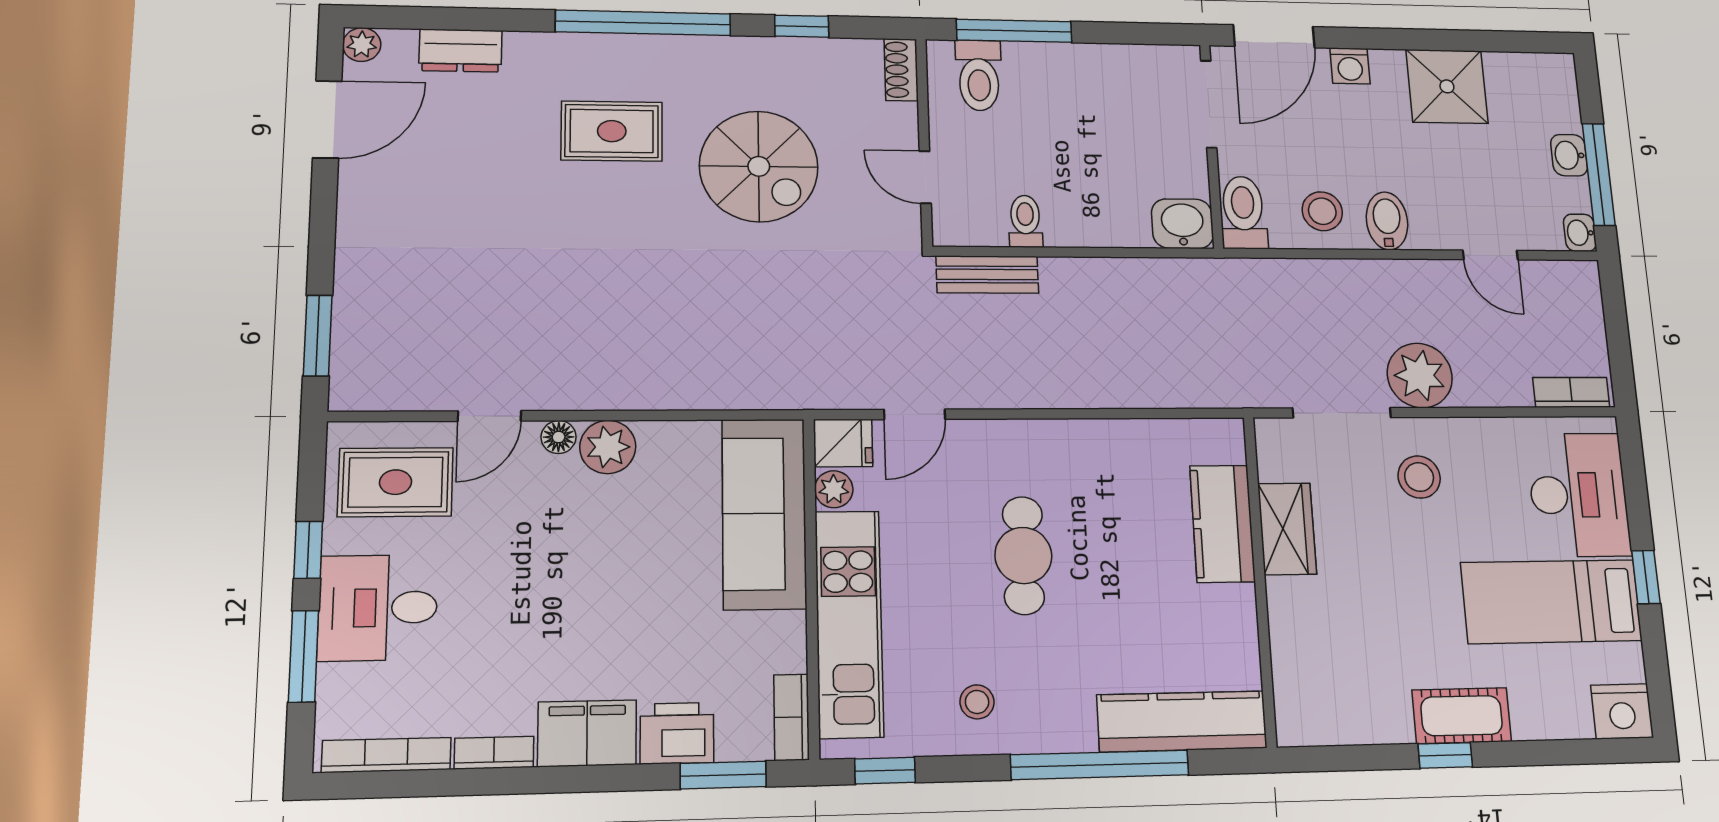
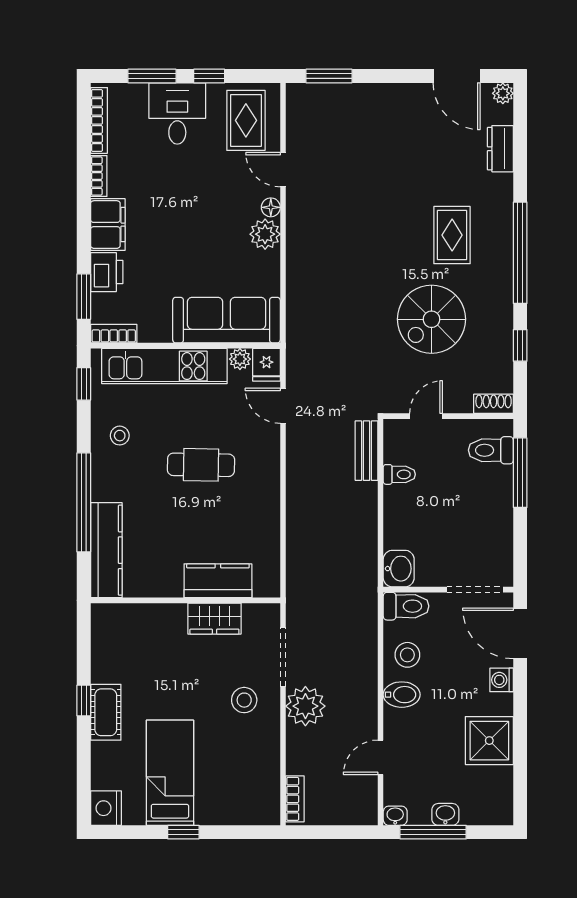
desk: (1578, 495) -> (233, 796), removed

